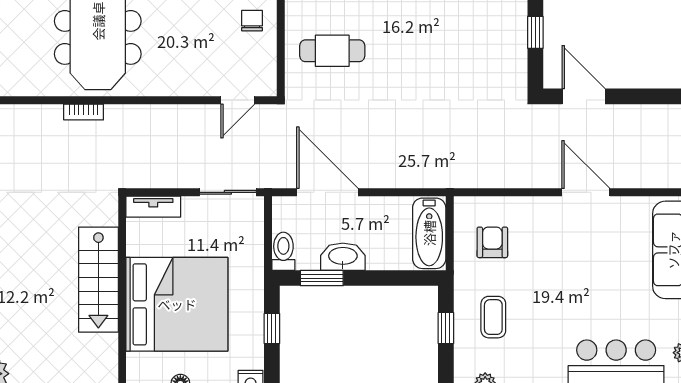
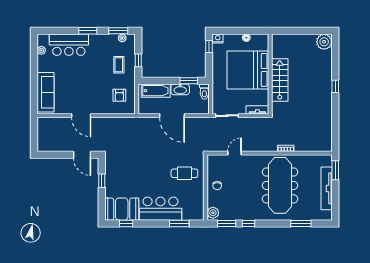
door: (238, 100) -> (235, 153), moved
door: (327, 192) -> (172, 116), moved
bathtub: (429, 233) -> (156, 91), moved, turned 90
window: (272, 329) -> (209, 47), moved

